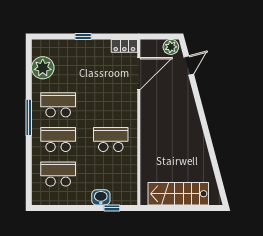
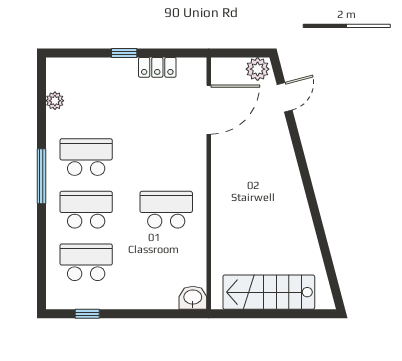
locker: (124, 46) -> (157, 67), moved
plant: (43, 68) -> (55, 101), width x0.53, depth x0.53
washbasin: (101, 197) -> (193, 298), moved
window: (112, 208) -> (87, 314), moved

